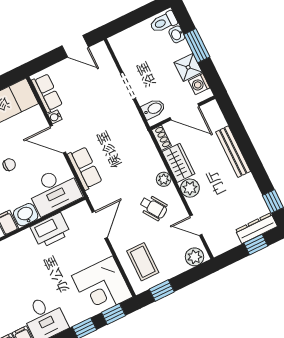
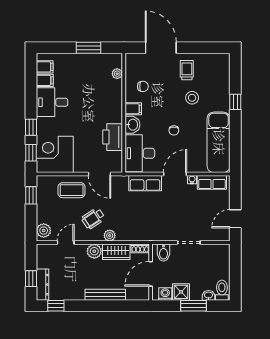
coffee table: (143, 262) -> (72, 190), moved

